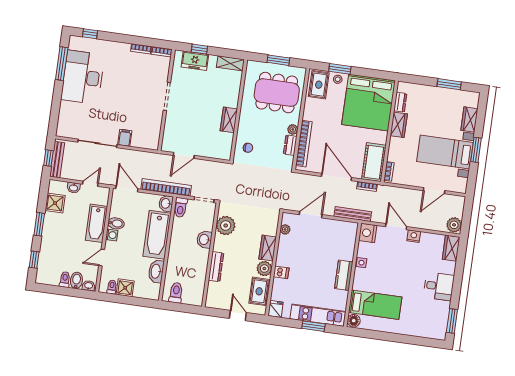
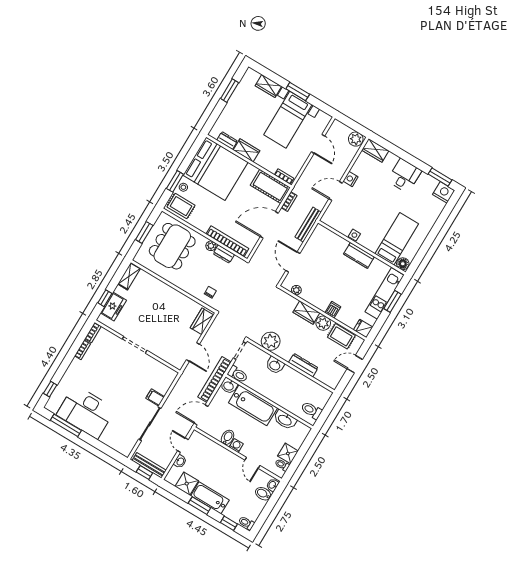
wardrobe: (229, 120) -> (202, 321), moved, turned 90
bathtub: (96, 223) -> (210, 498), moved, turned 180
nightstand: (368, 233) -> (444, 192), moved, turned 180
toilet: (65, 280) -> (246, 523), moved

